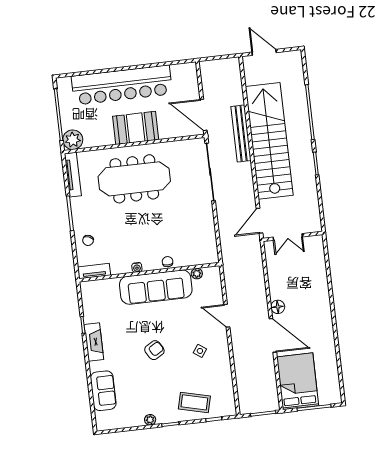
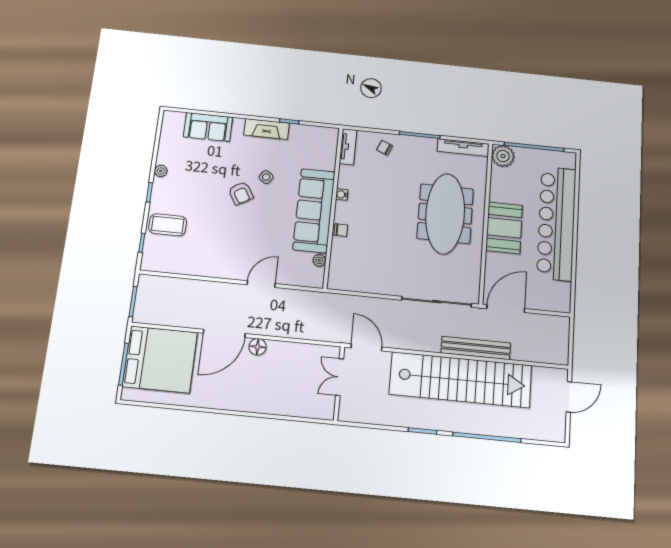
side table: (200, 351) -> (266, 177), moved
bed: (298, 381) -> (160, 359), width x1.36
coffee table: (194, 402) -> (168, 225), turned 76

